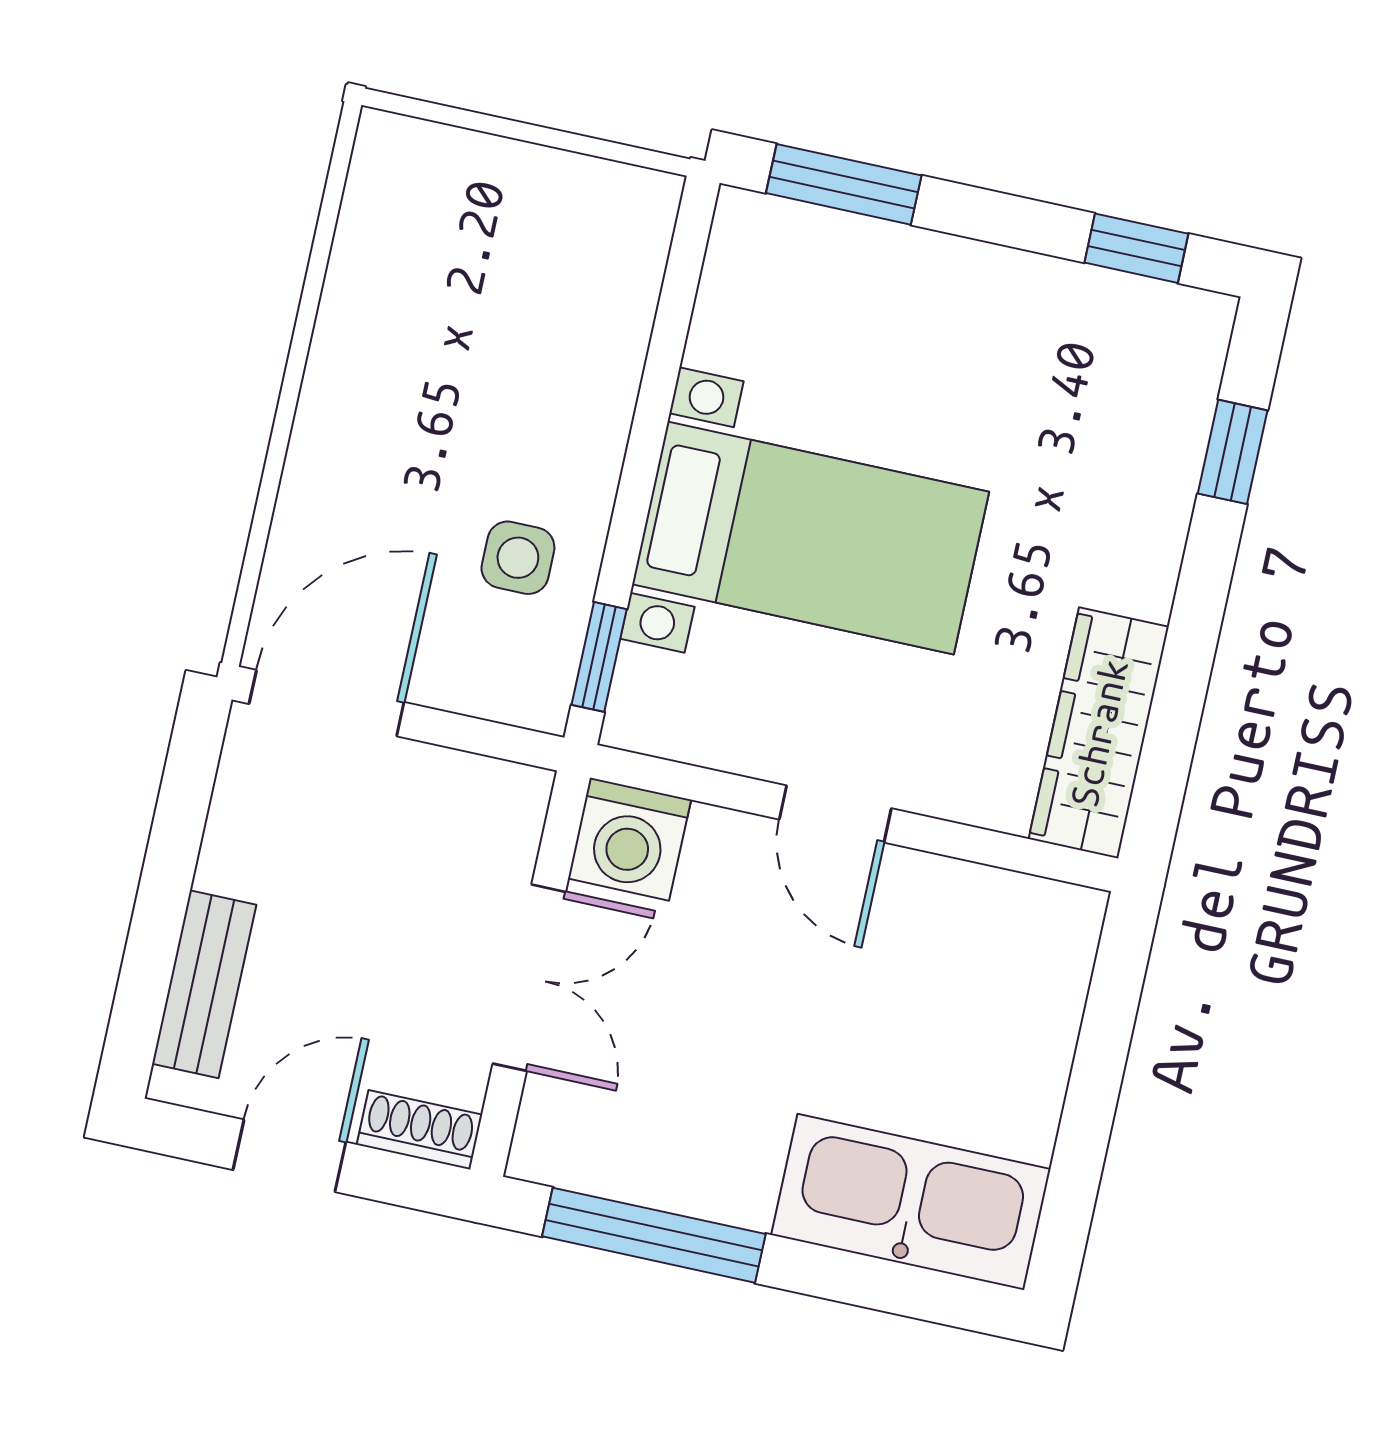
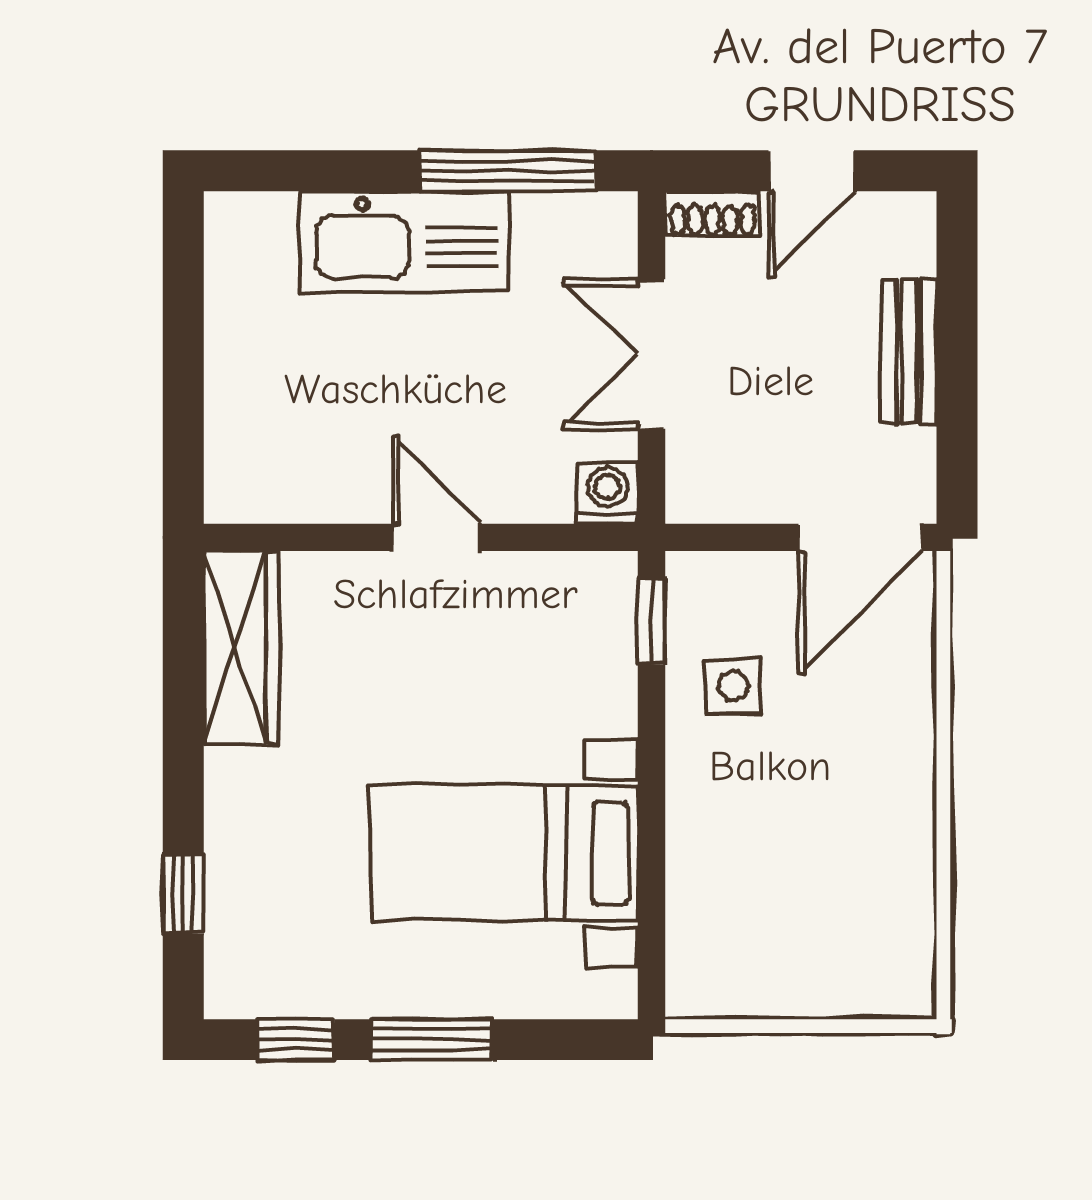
window: (844, 184) -> (432, 1040), moved
bed with nightstands: (811, 538) -> (504, 853), moved
washing machine: (629, 839) -> (607, 493), width x0.73, depth x0.73
bench: (204, 984) -> (909, 352), moved
kitchen sink: (911, 1202) -> (404, 242), moved

